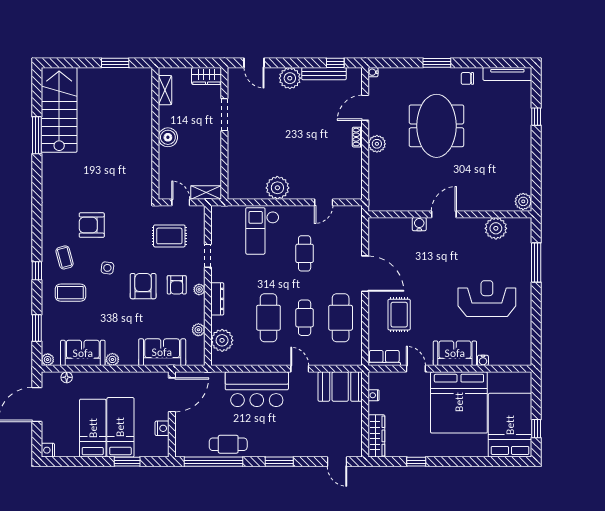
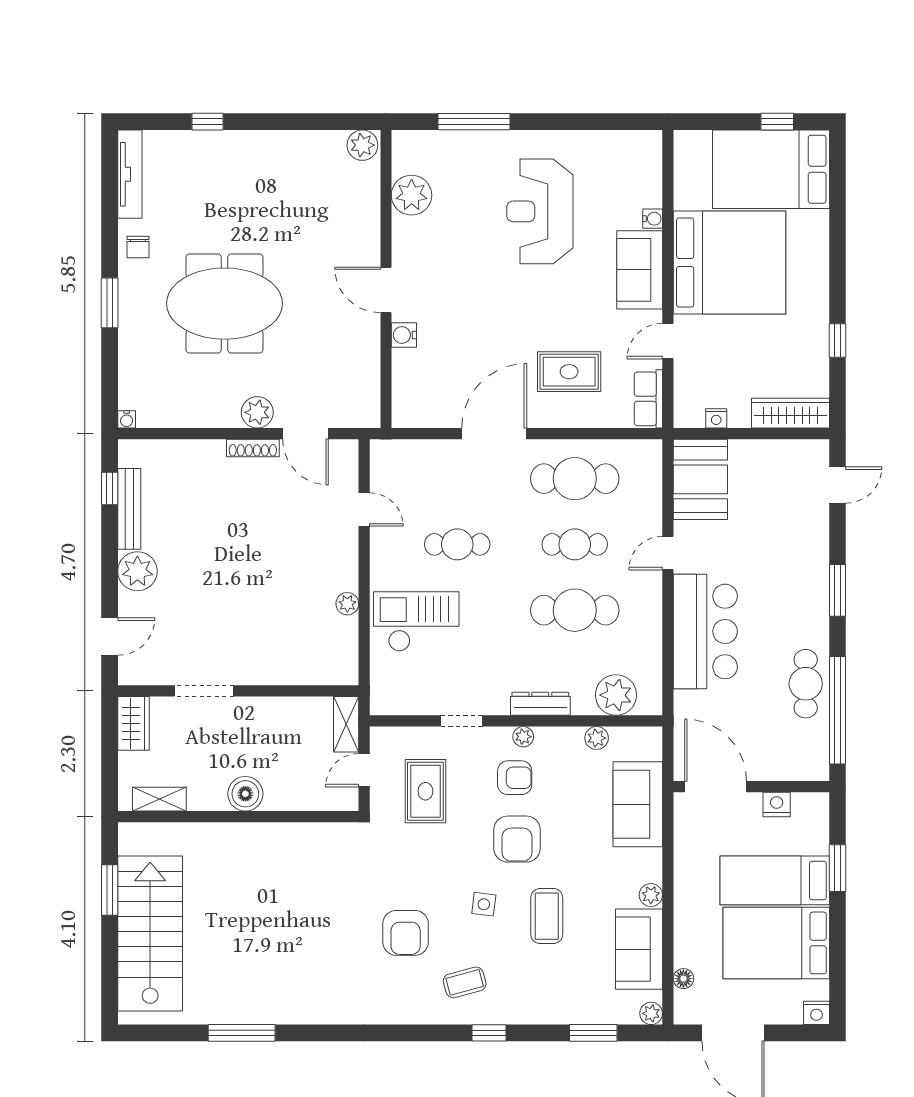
door: (365, 108) -> (305, 434), moved
stairs: (59, 110) -> (150, 934), moved, turned 90
shoe rack: (357, 137) -> (253, 448), width x1.43
plant: (277, 188) -> (347, 604), width x0.53, depth x0.53
checkout: (262, 231) -> (416, 622), turned 180
armchair: (143, 286) -> (517, 839), turned -90
coffee table: (70, 293) -> (547, 916), moved
bed: (93, 428) -> (776, 943), width x1.50

